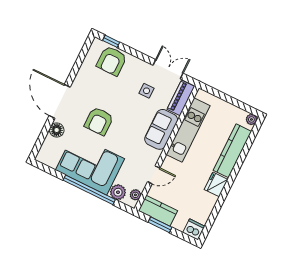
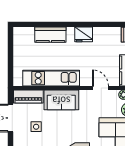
plant: (251, 119) -> (18, 32), removed
kitchen counter: (232, 151) -> (50, 35), width x0.67

